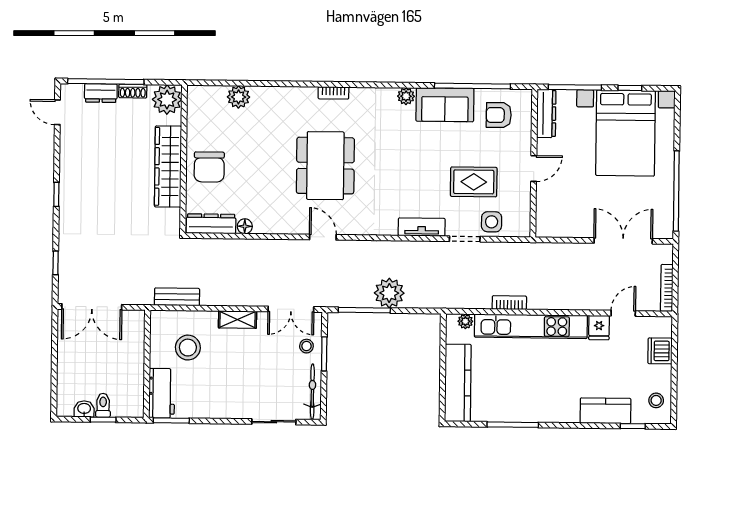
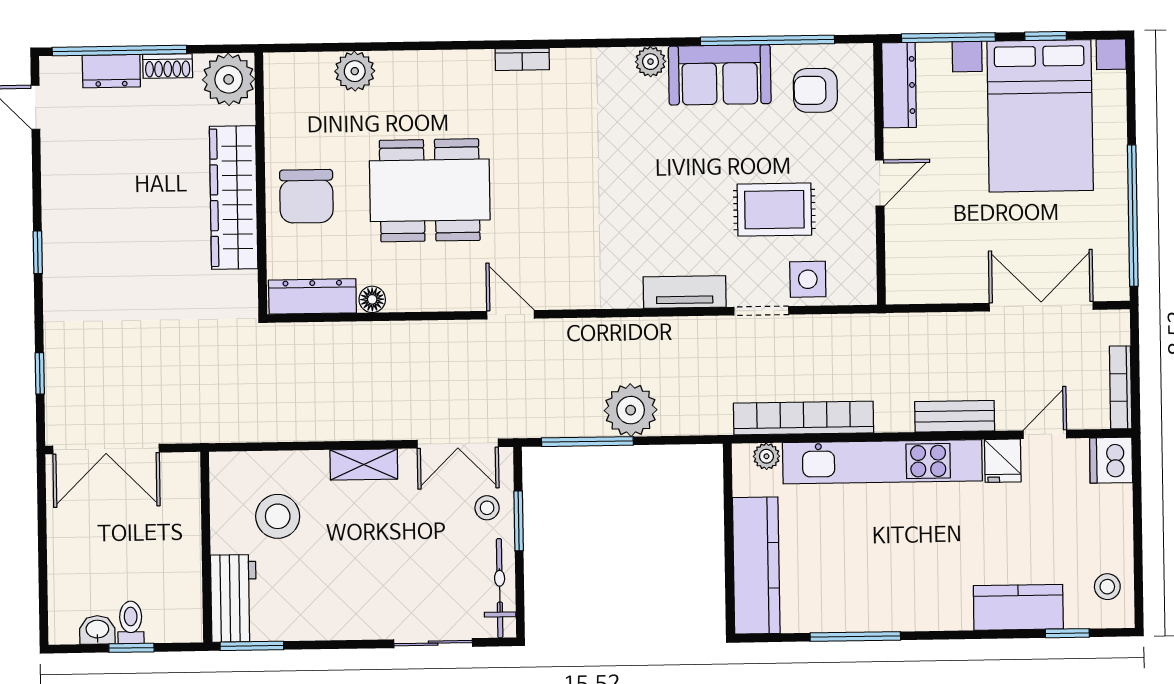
dining table: (325, 166) -> (430, 190), moved, turned 90
bench: (177, 297) -> (955, 416), moved
bookcase: (509, 303) -> (804, 418), width x2.31, depth x1.31
dishwasher: (660, 351) -> (1111, 460), moved

